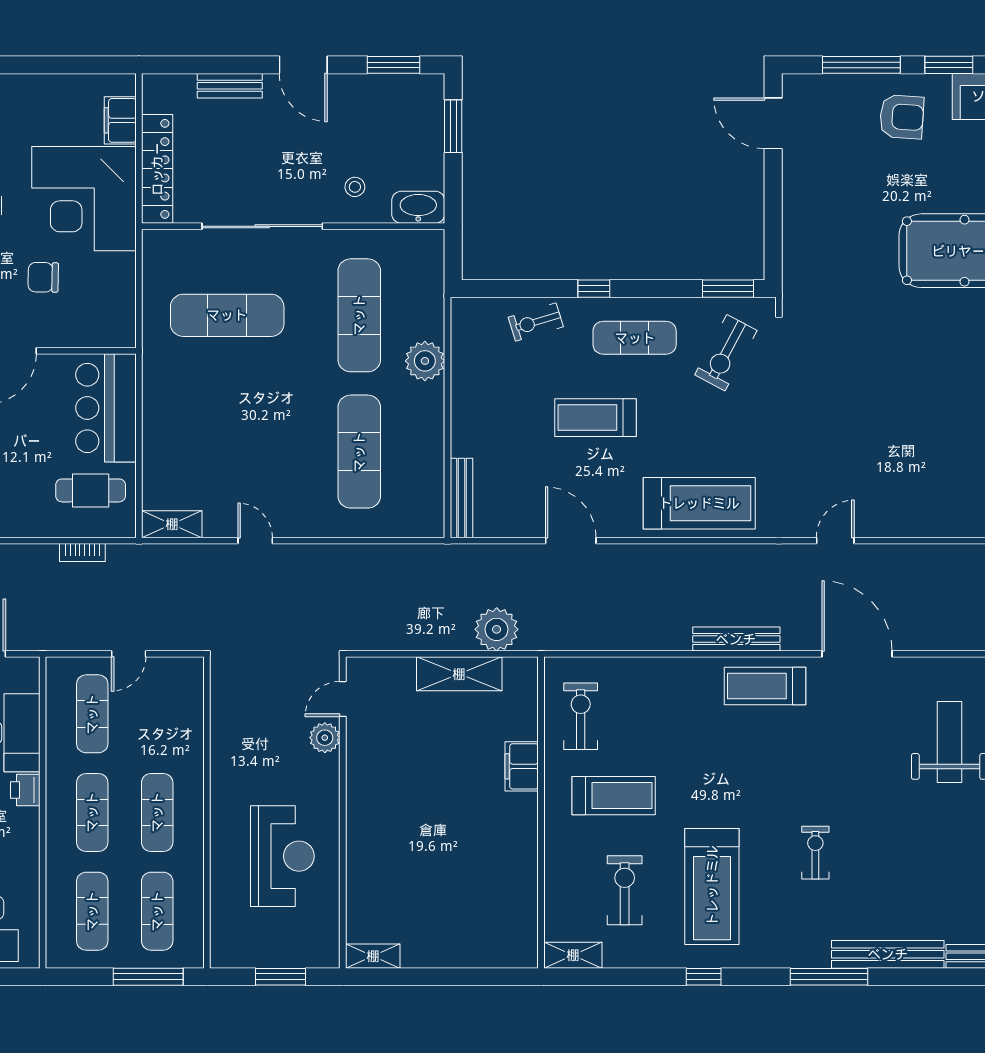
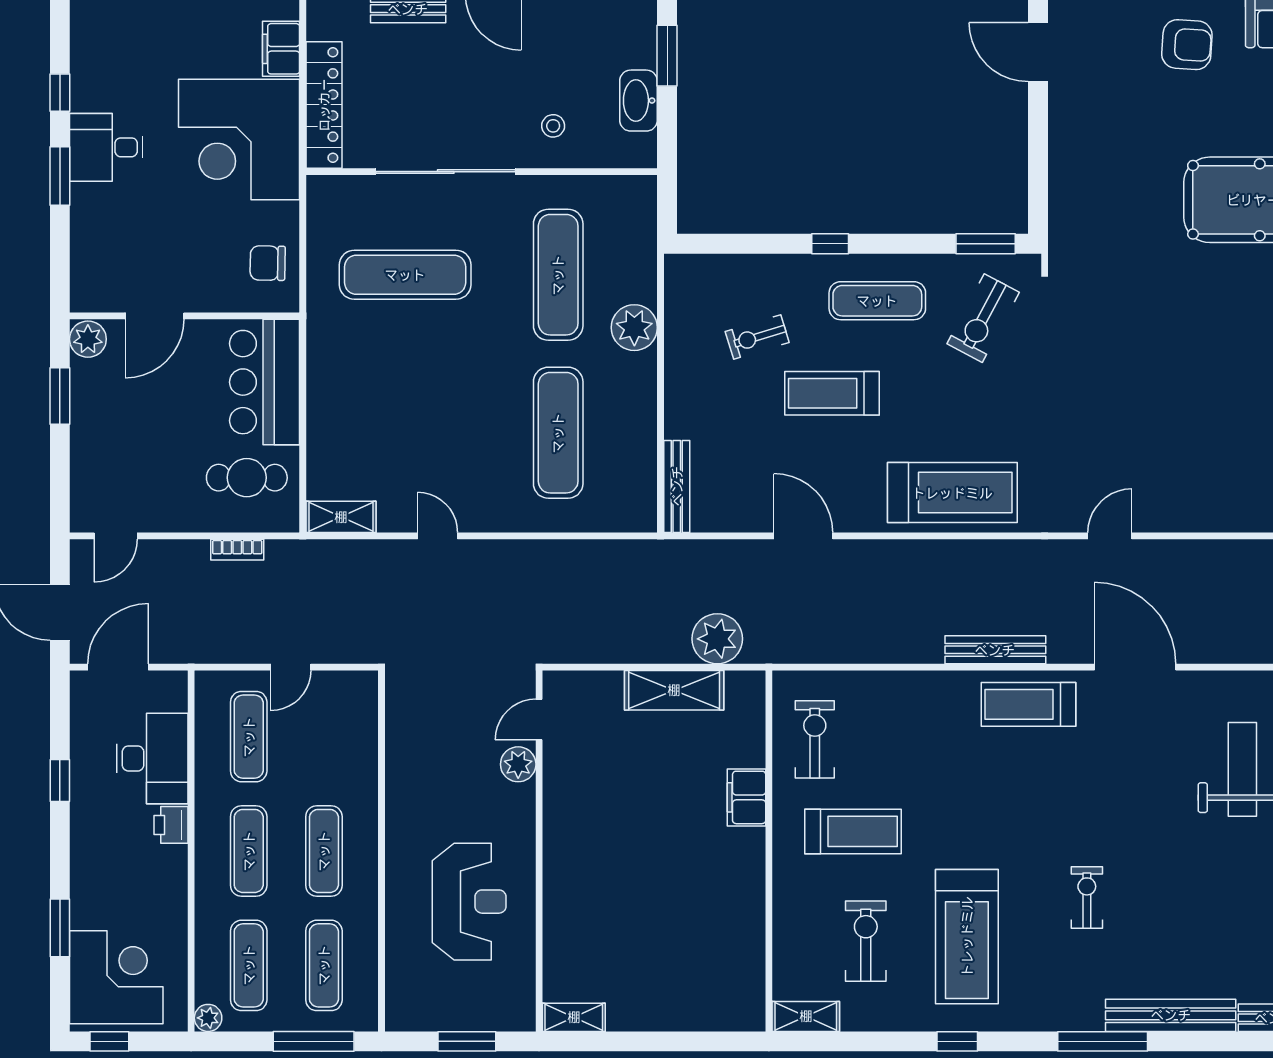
washbasin: (418, 207) -> (639, 101), moved, turned -90
chair: (43, 277) -> (268, 263), moved
exercise bike: (536, 322) -> (757, 337), moved
plant: (57, 956) -> (208, 1018), added

